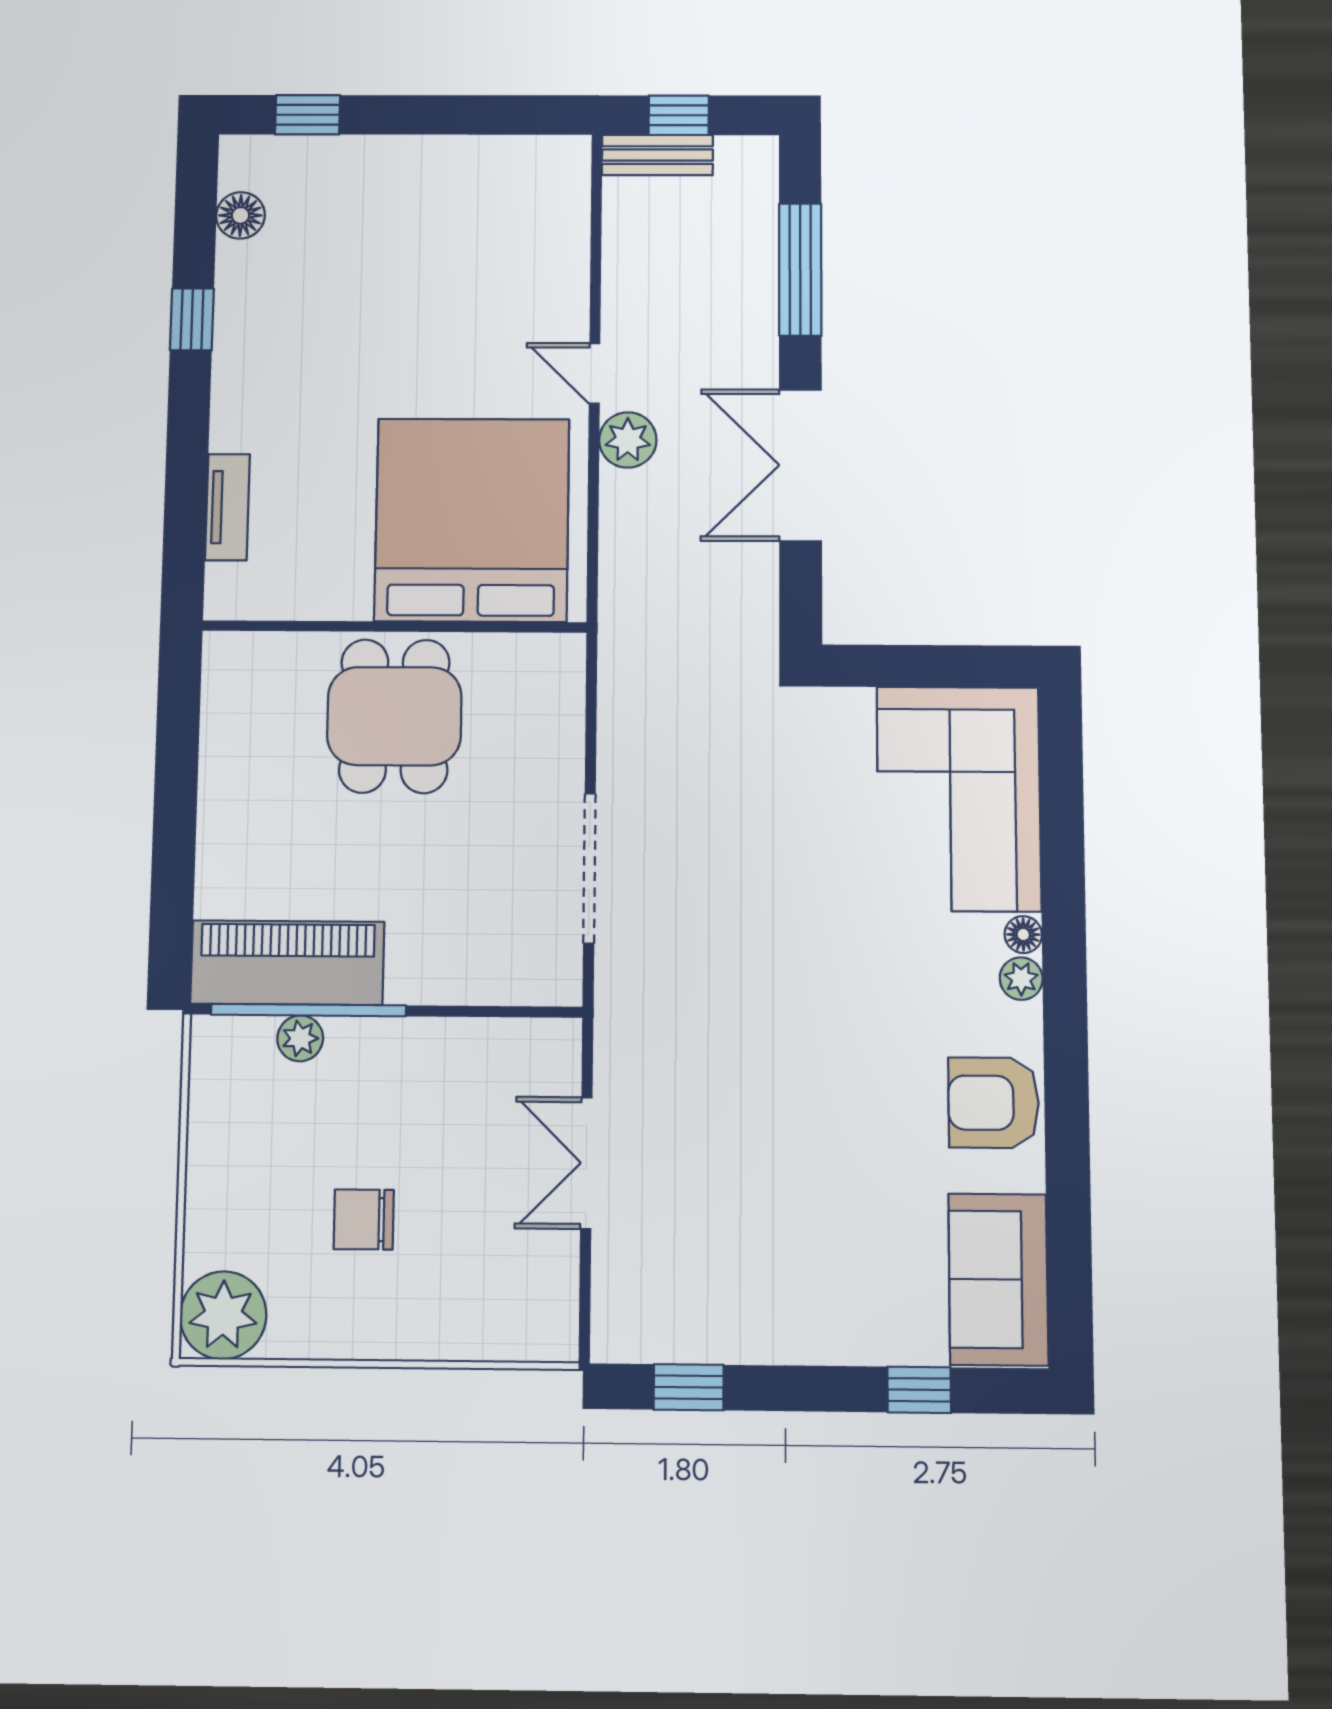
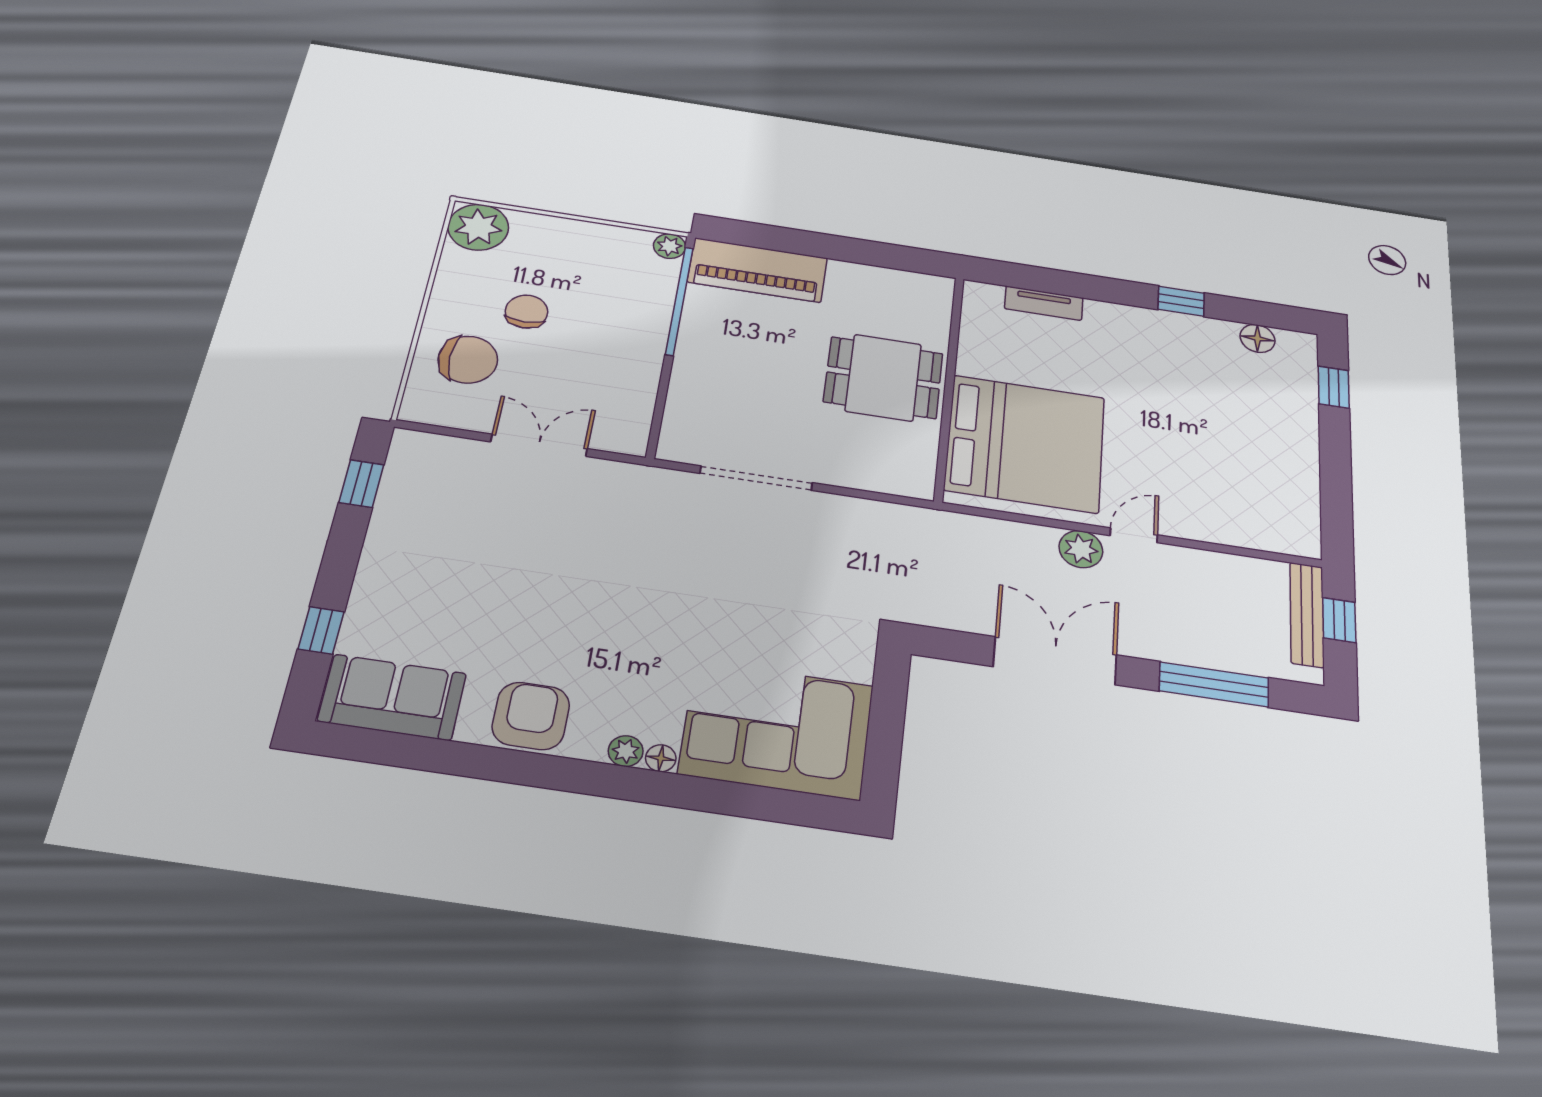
bench: (657, 155) -> (1307, 615), width x1.36
piano: (287, 963) -> (757, 270), moved, turned 90
plant: (300, 1038) -> (670, 246), moved
chair: (461, 1285) -> (468, 360), added

